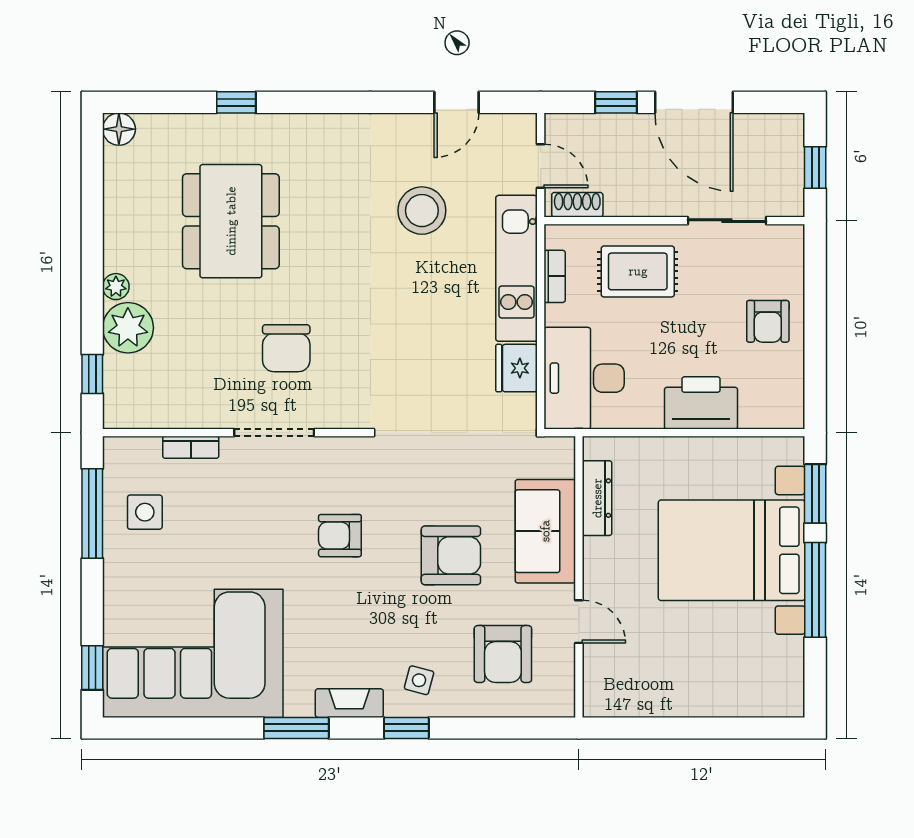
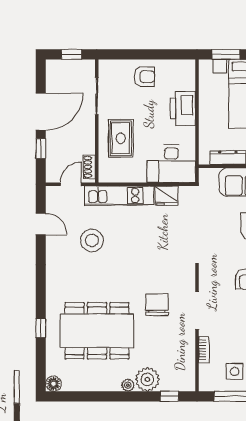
dining table: (231, 221) -> (97, 331), width x1.36, depth x1.24
bookcase: (555, 276) -> (123, 178), removed
chair: (286, 348) -> (157, 305), turned -90

